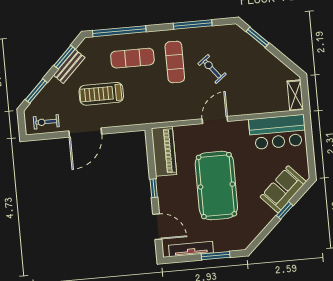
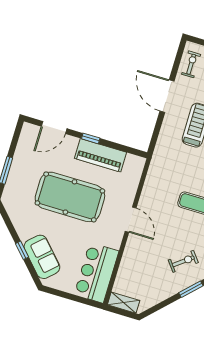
exercise bike: (212, 69) -> (183, 261), moved
piano: (164, 151) -> (100, 155), moved
tv unit: (191, 249) -> (21, 150), removed

